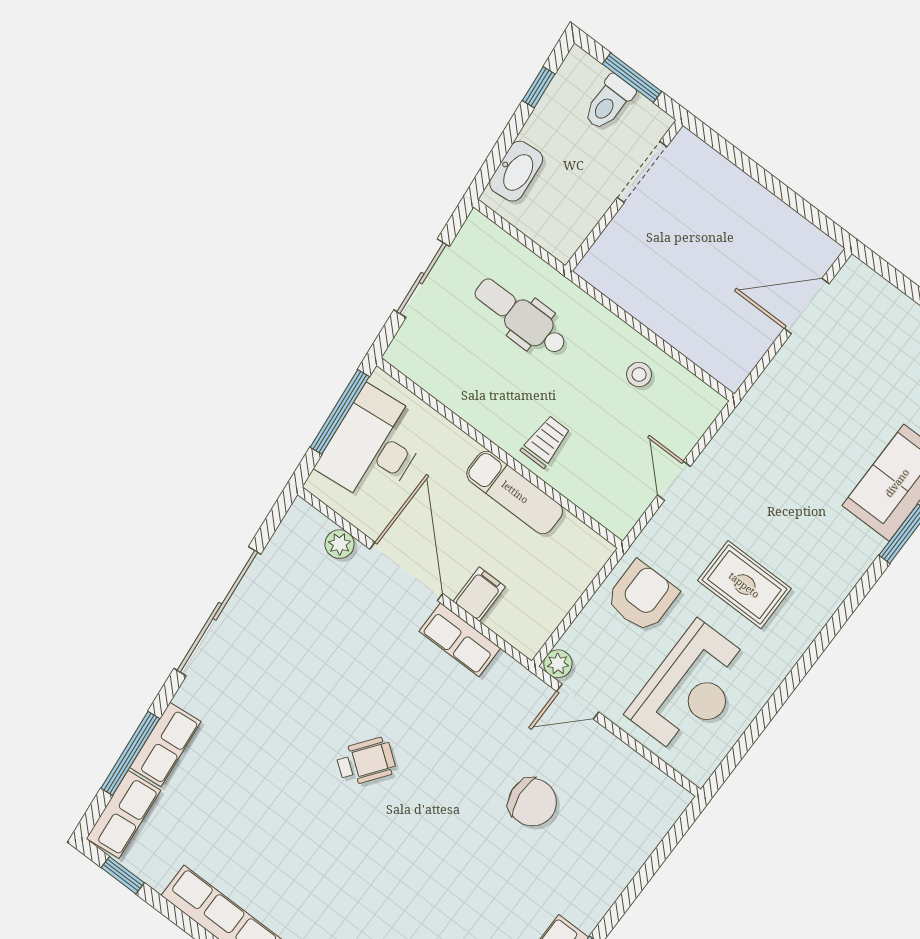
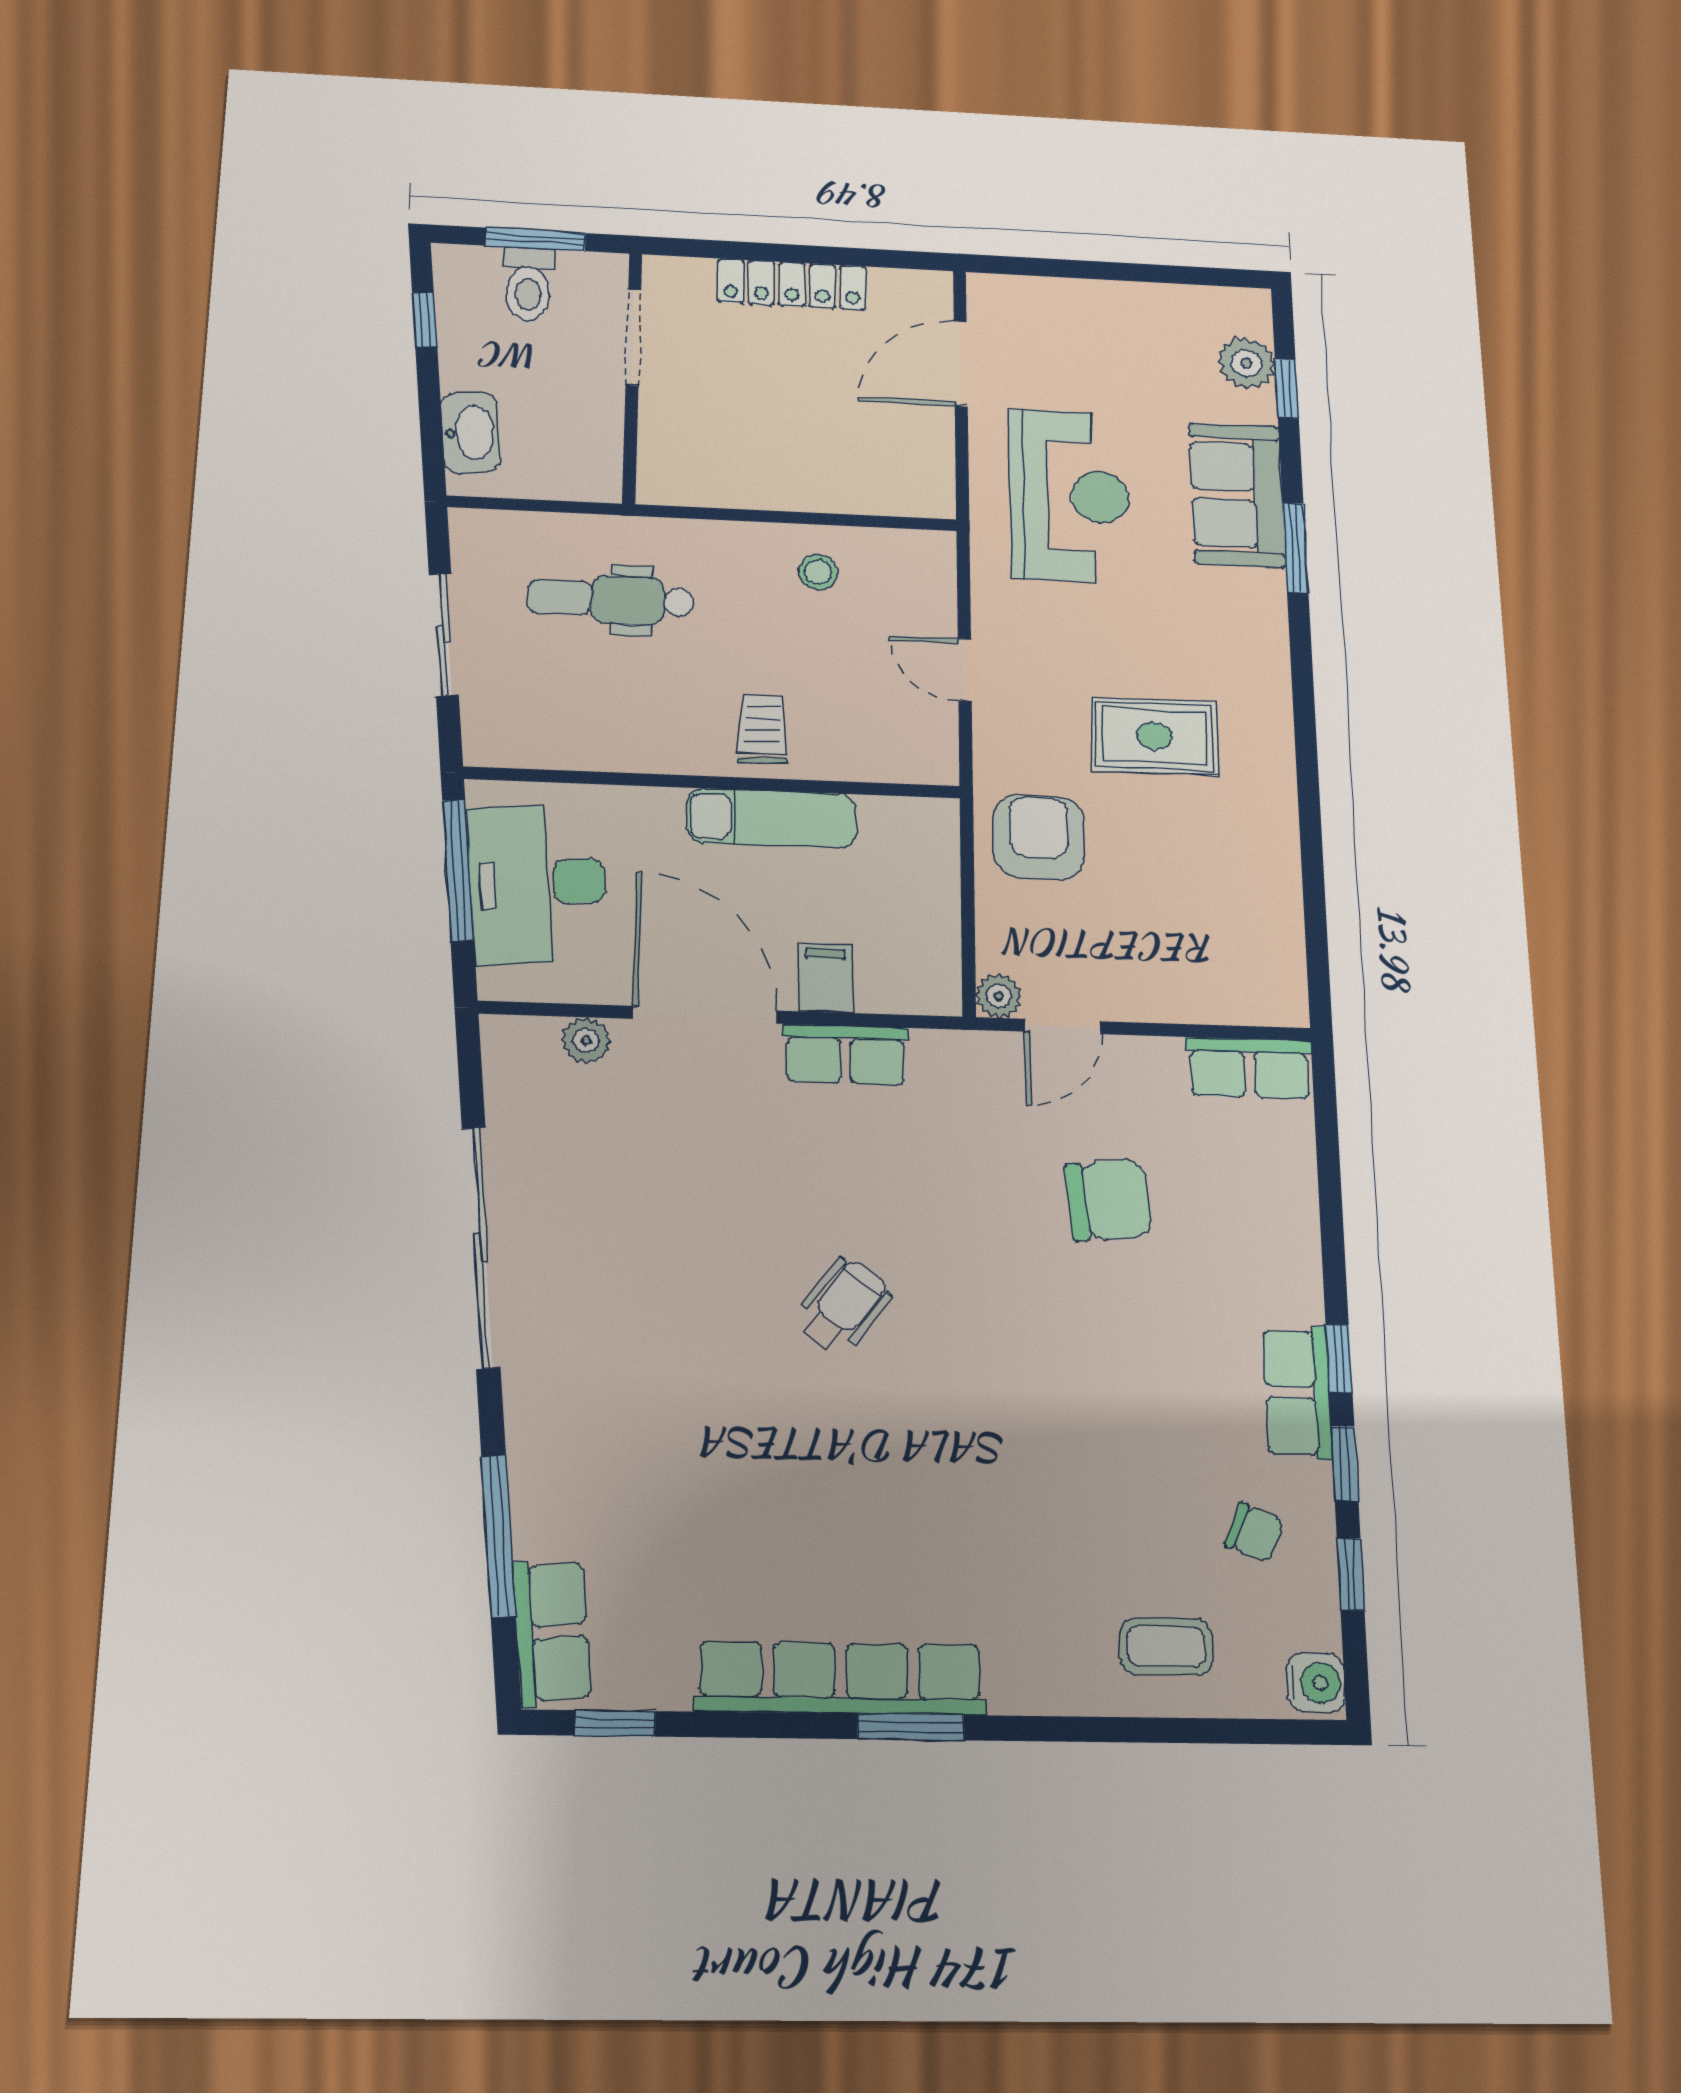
locker: (751, 197) -> (792, 284), added
reception desk: (691, 689) -> (1069, 496), moved
row of seats: (165, 745) -> (1249, 1068), moved, turned 96

